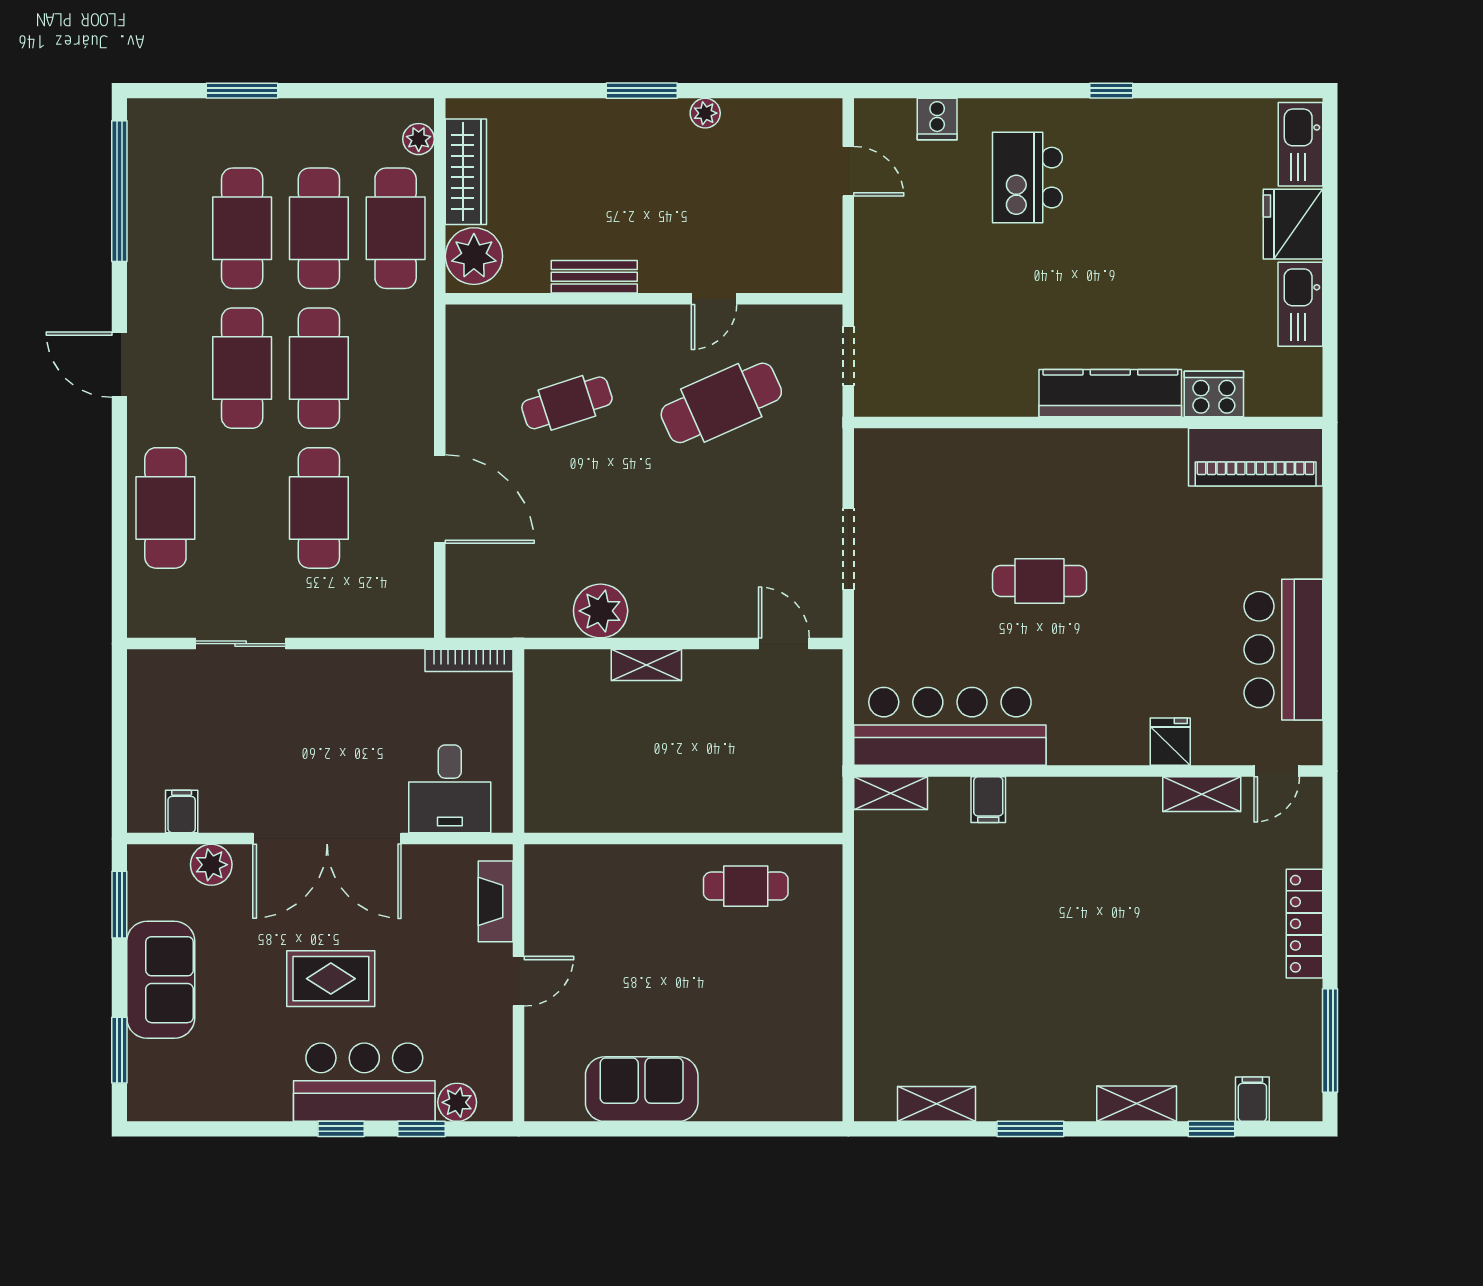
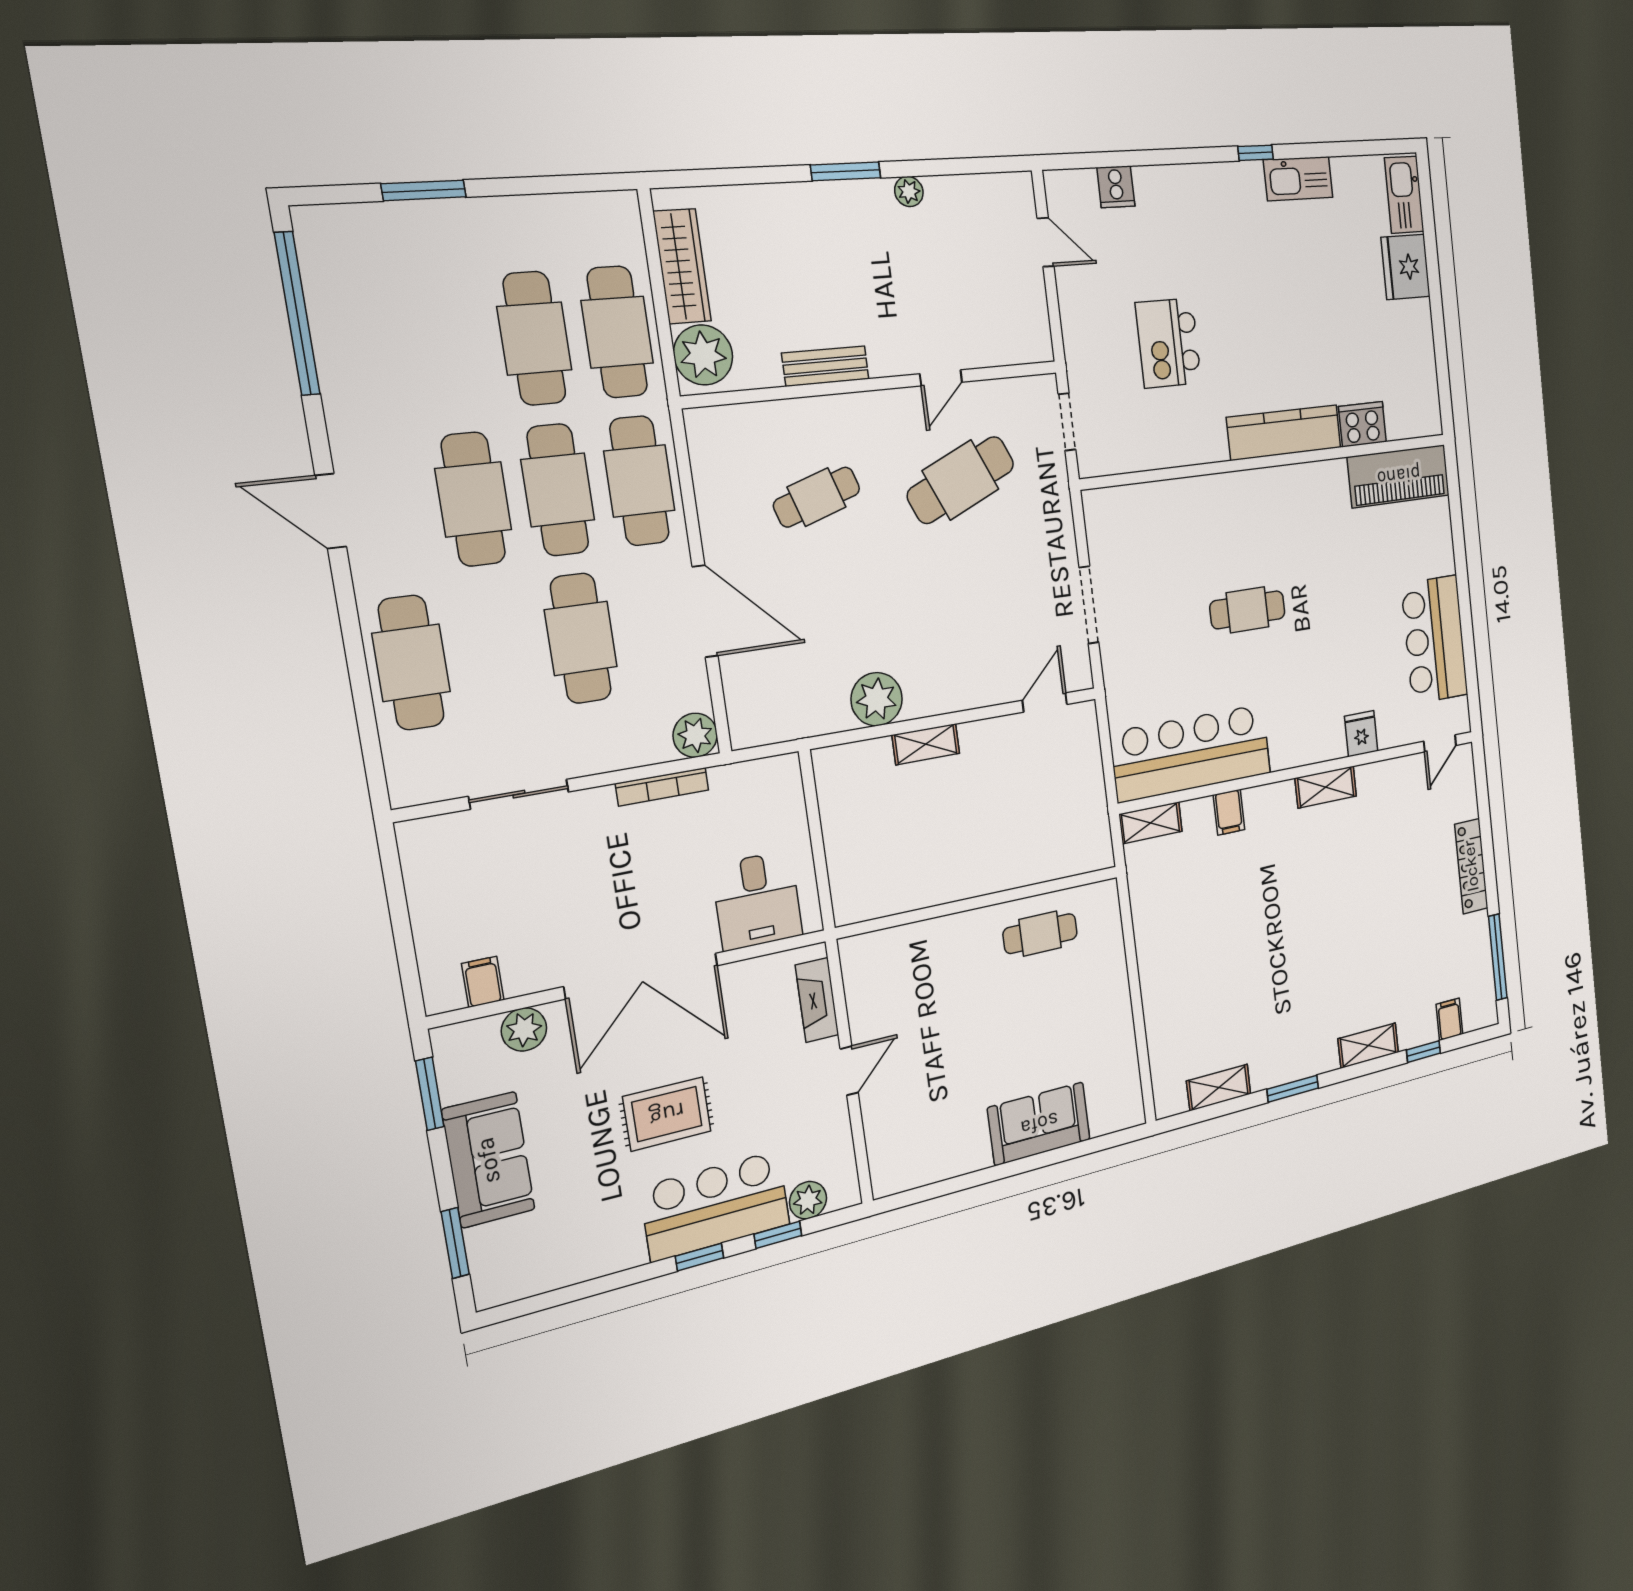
plant: (419, 139) -> (695, 735), moved, width x1.38, depth x1.38
kitchen island: (1027, 178) -> (1168, 343), moved
cafe table: (242, 228) -> (639, 481), moved
kitchen sink: (1300, 304) -> (1298, 179), moved, turned -90
door: (784, 644) -> (1045, 702), hinge flipped
bookcase: (469, 660) -> (662, 787), moved
shelving: (1202, 794) -> (1326, 787), moved
sofa: (642, 1089) -> (1039, 1124), moved

